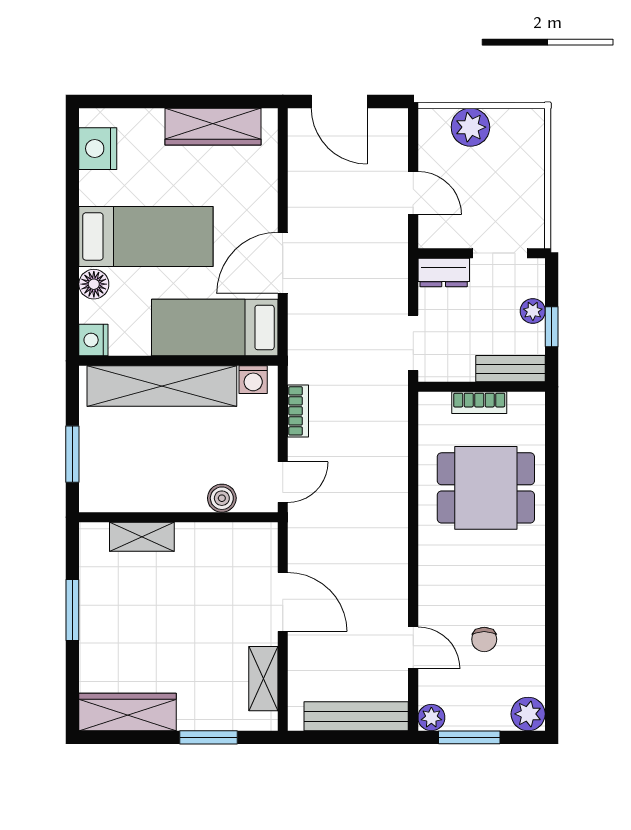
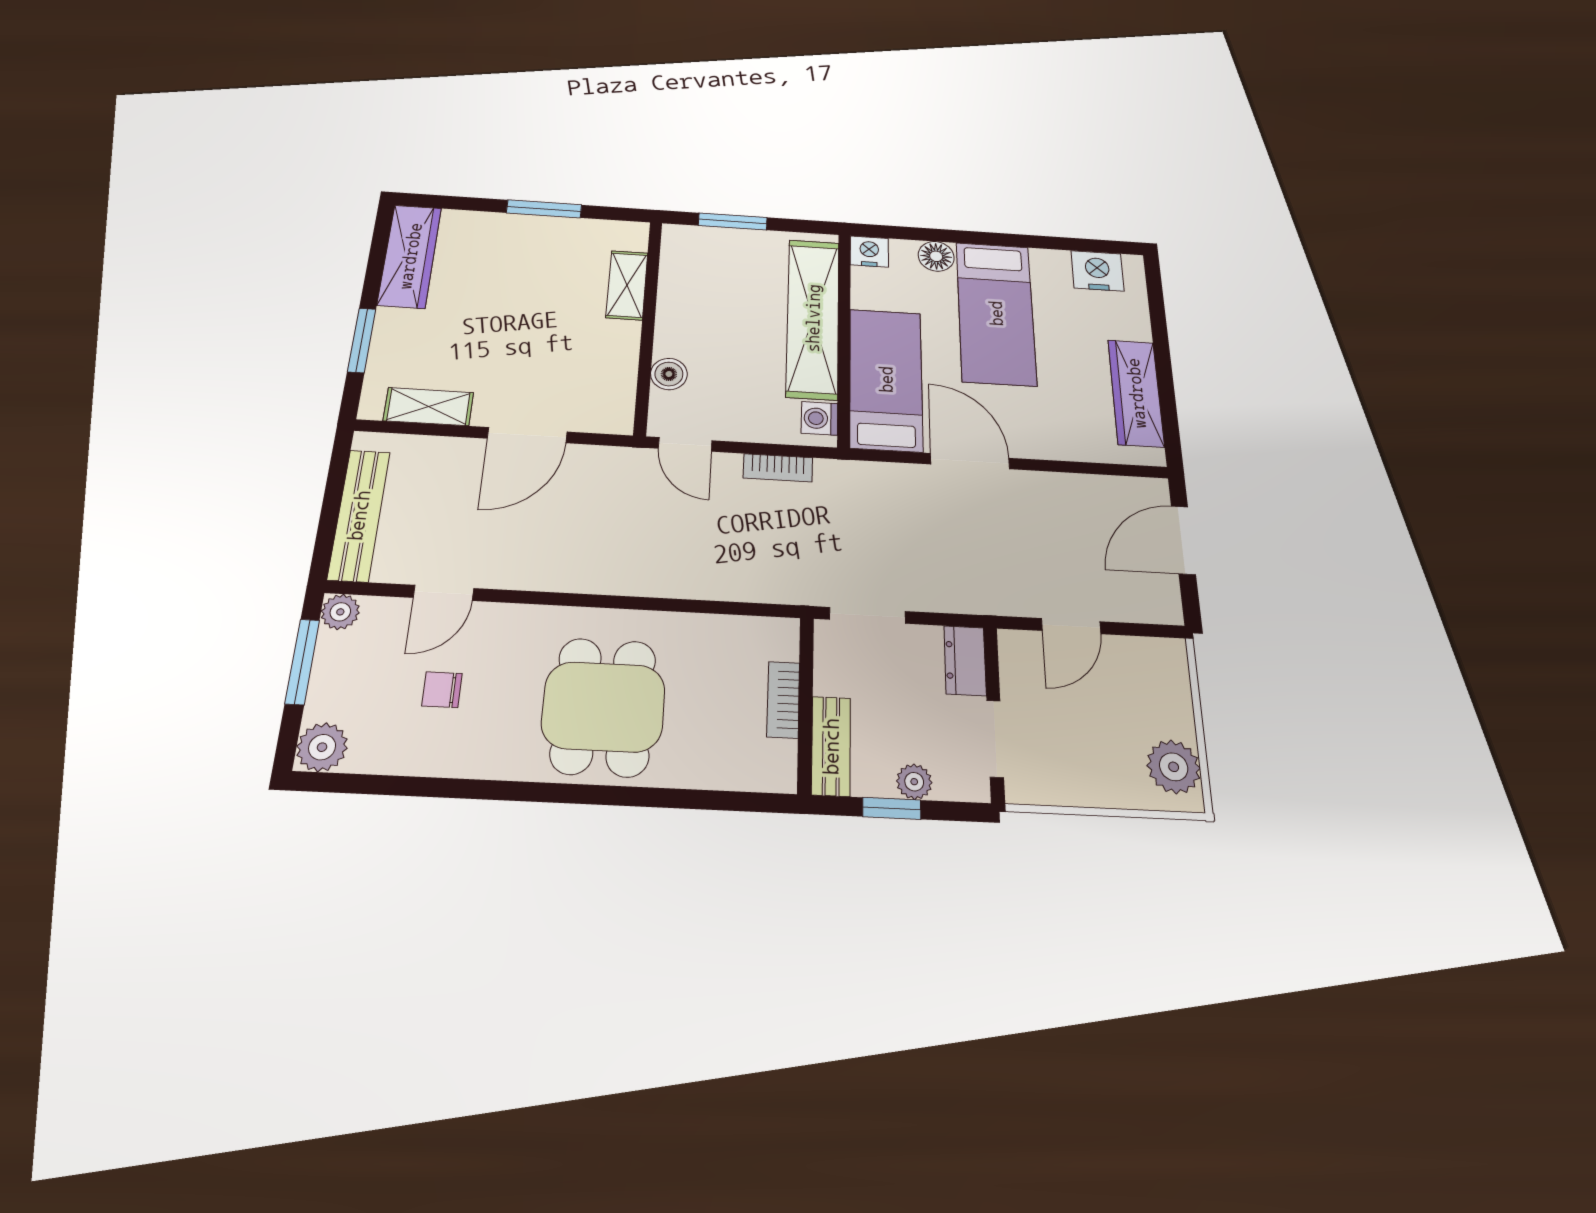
plant: (470, 127) -> (1174, 767), moved
dining table: (486, 488) -> (603, 707), moved

